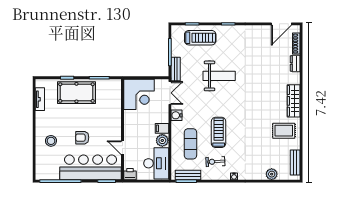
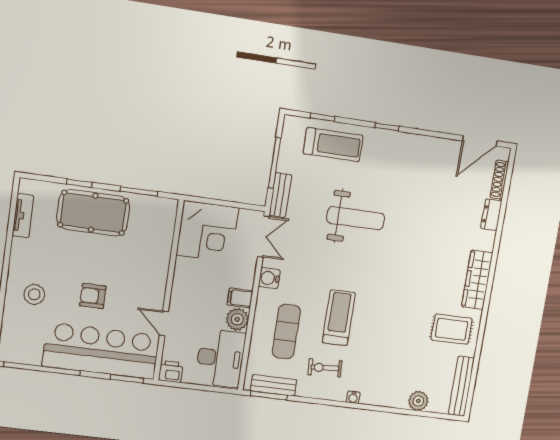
bench: (295, 162) -> (461, 386), width x1.36

